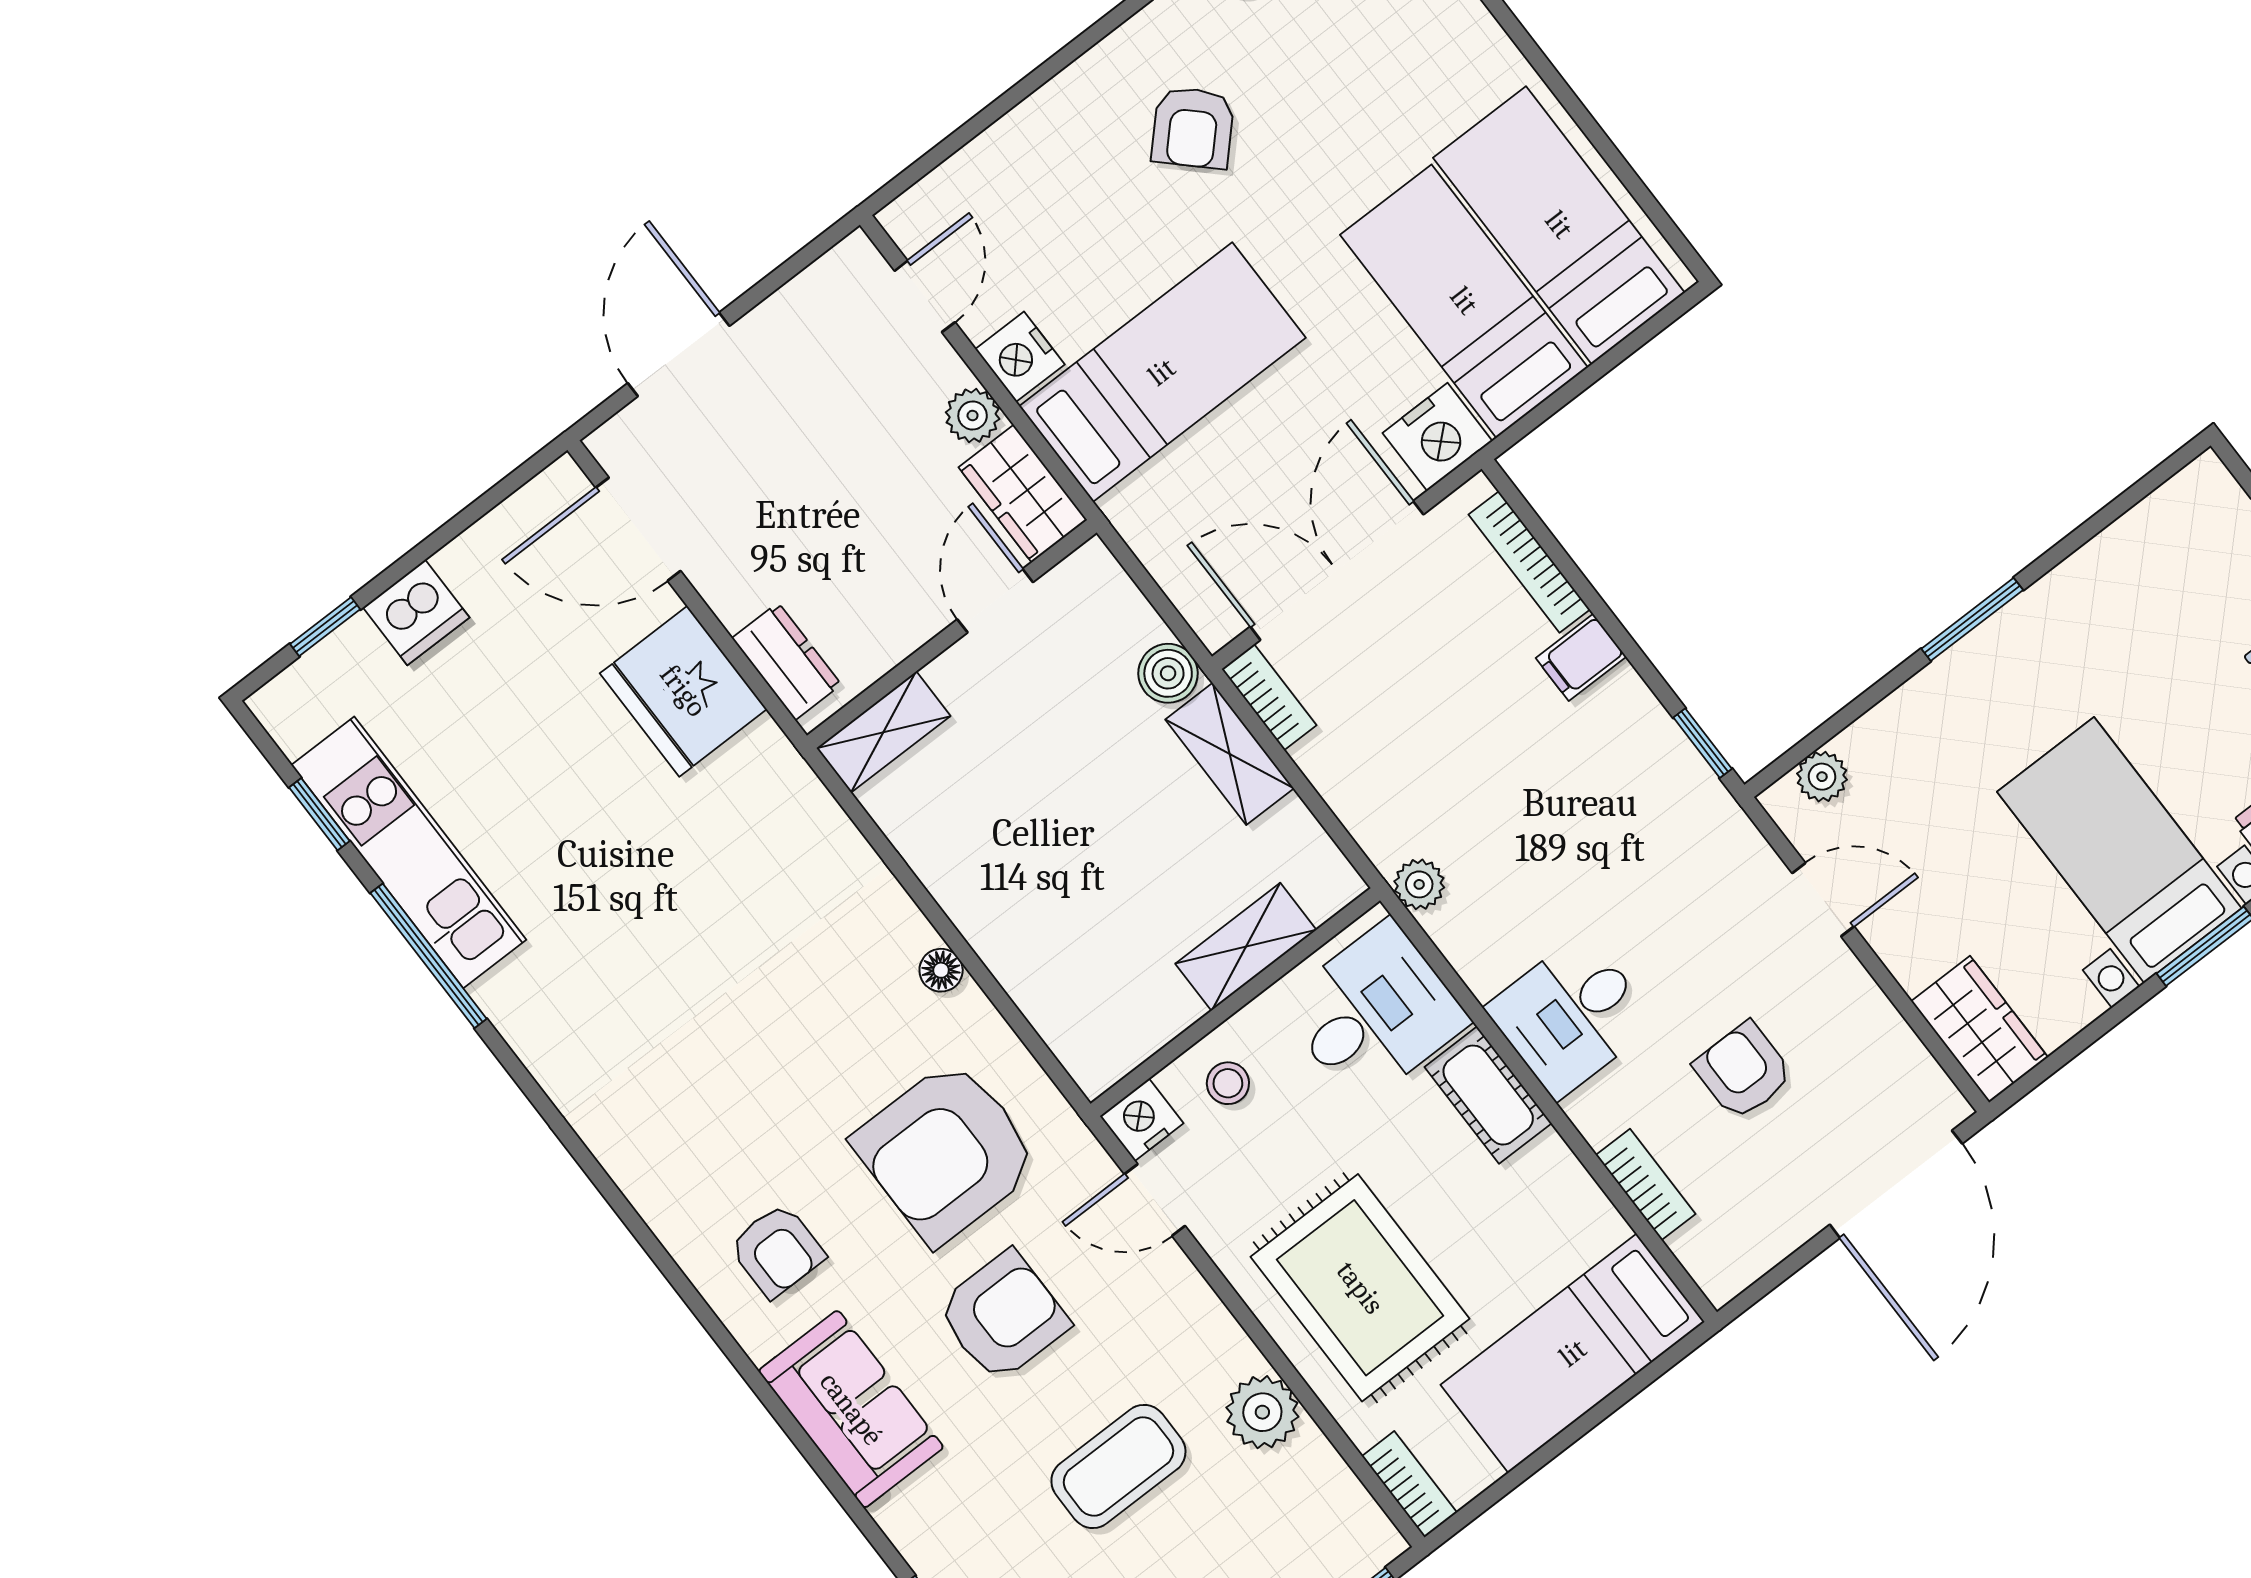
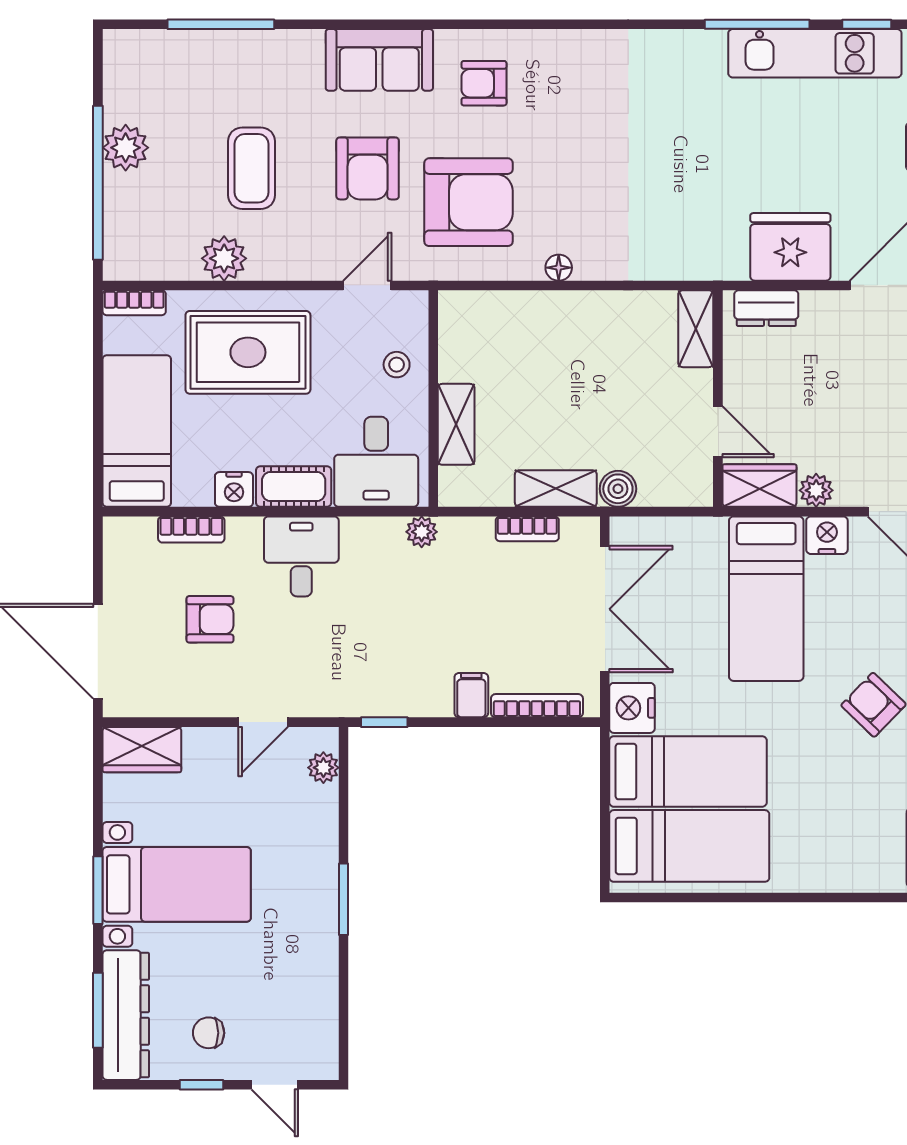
bookcase: (1269, 697) -> (527, 529), moved
nightstand: (1142, 1120) -> (234, 489), moved, turned 90
armchair: (946, 1152) -> (468, 202), turned 90

